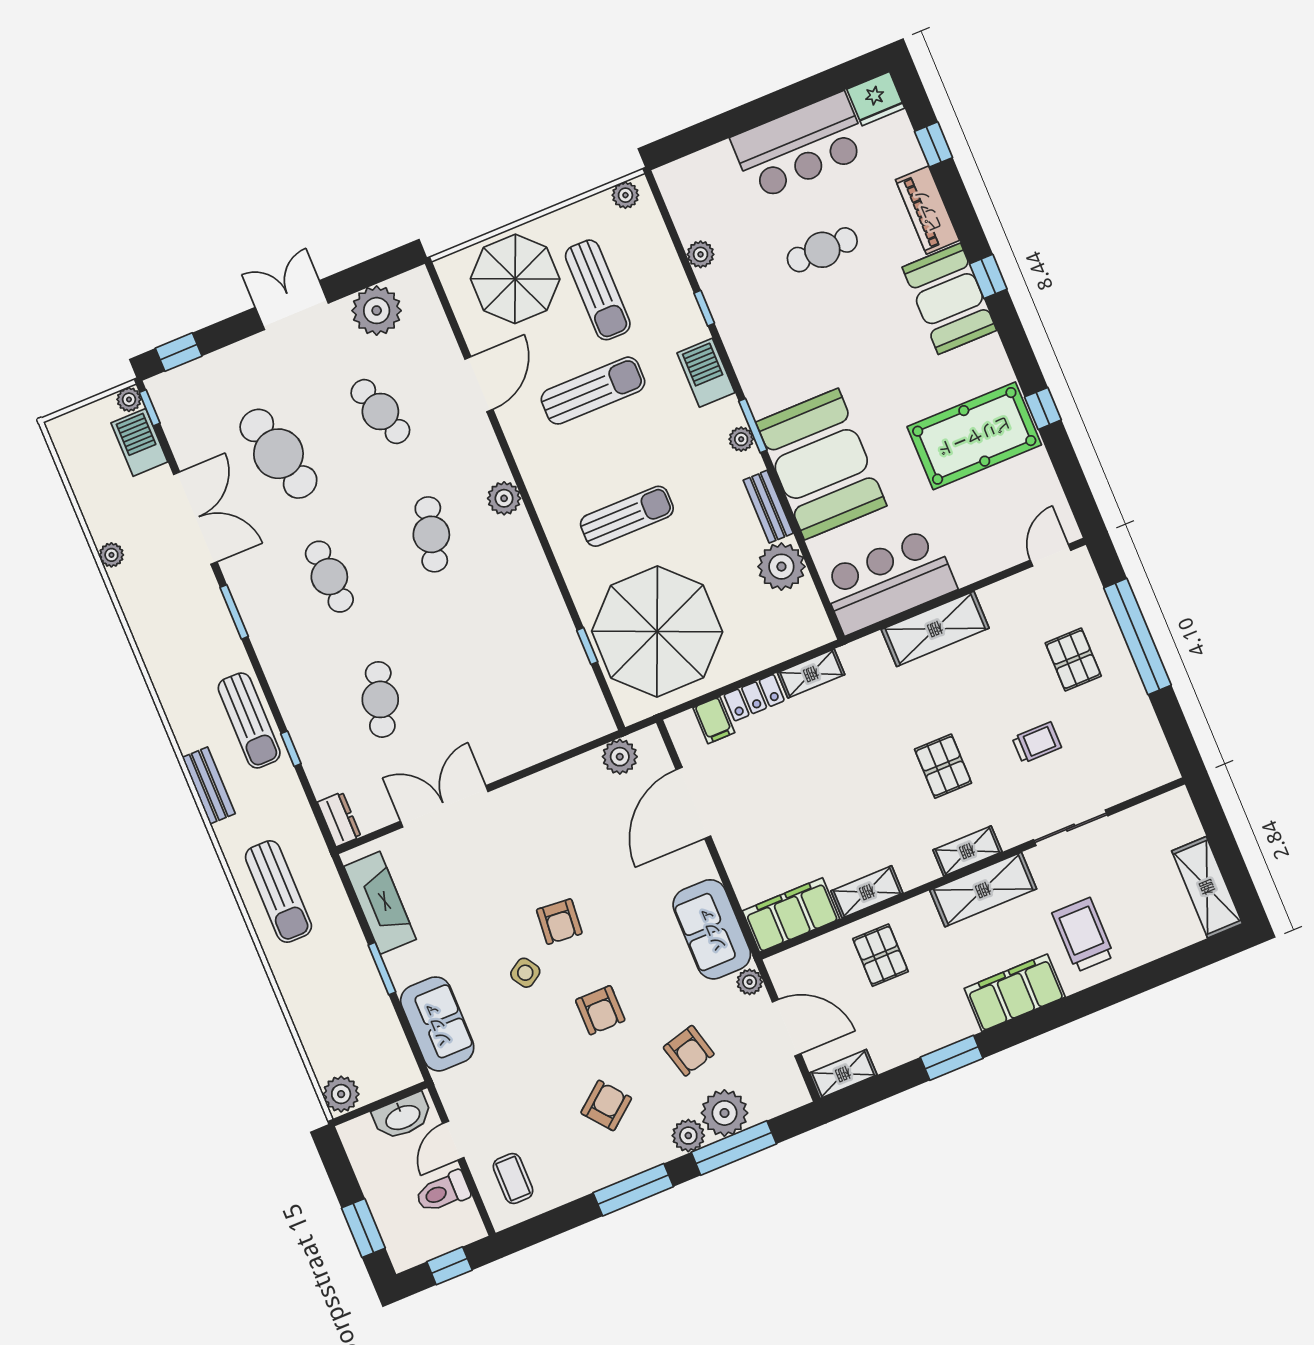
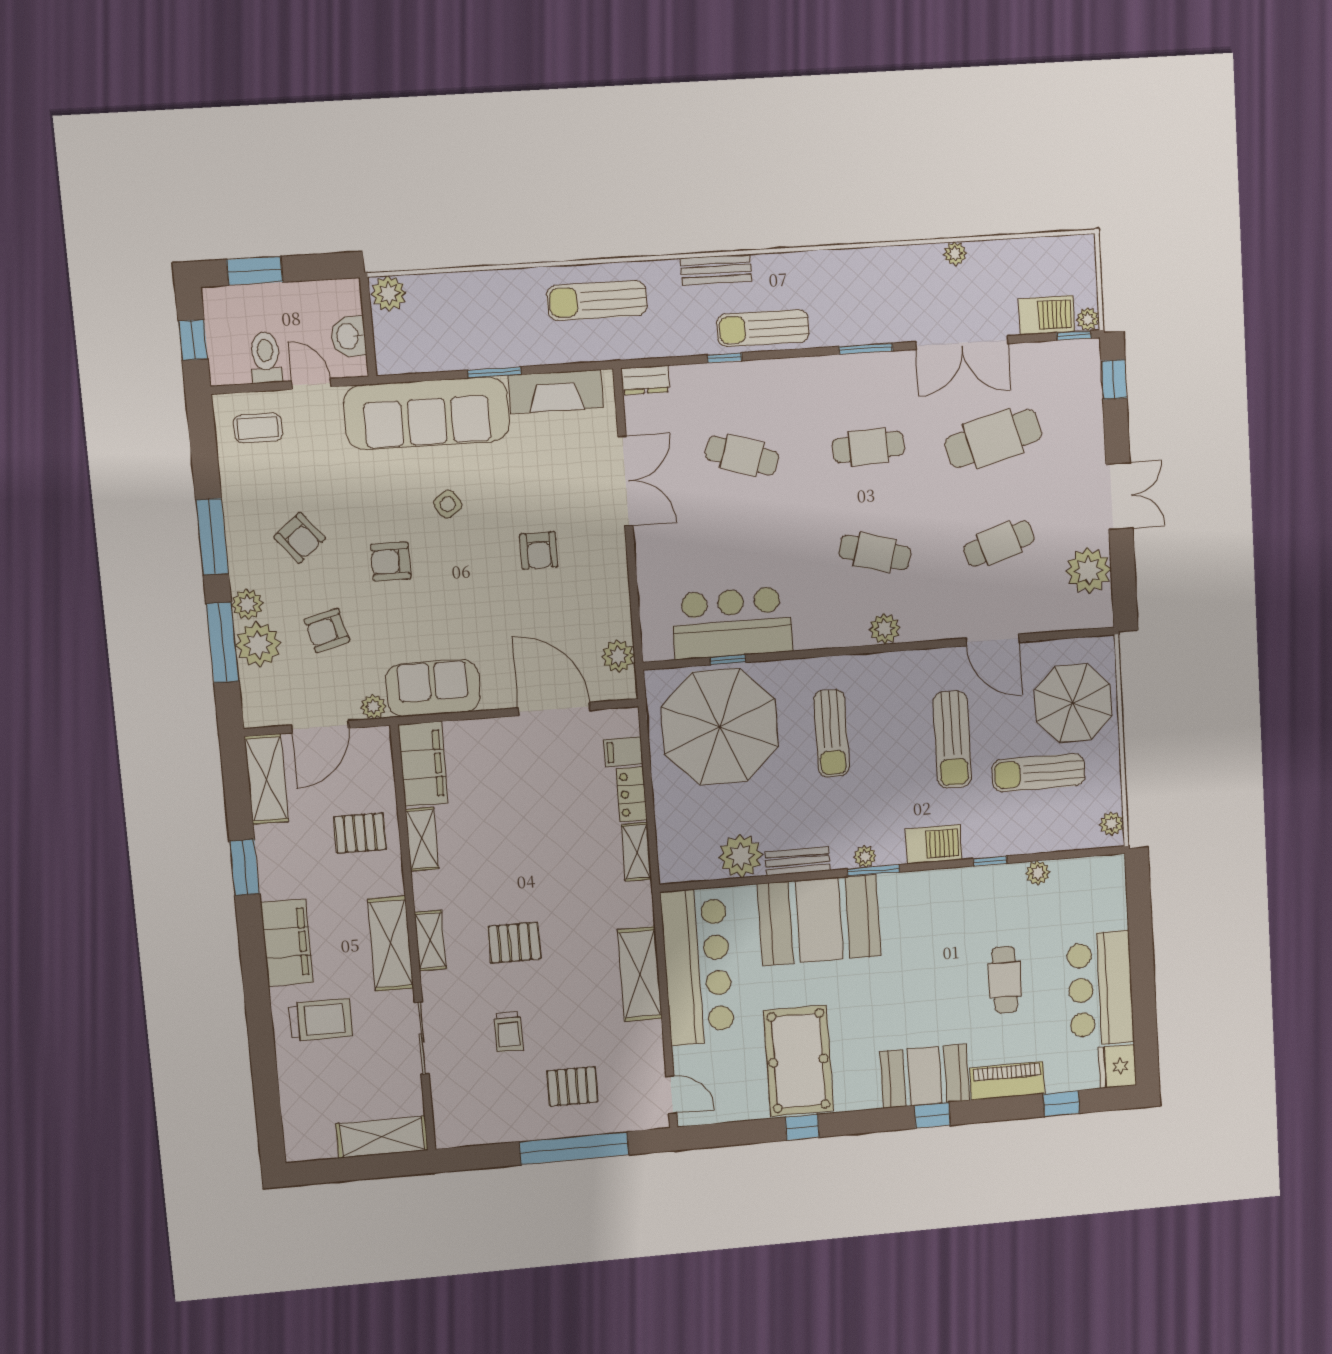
bar counter: (888, 581) -> (697, 967), width x1.36
bar counter: (549, 654) -> (732, 623), added
shelving: (1207, 887) -> (382, 1137), moved
armchair: (559, 922) -> (539, 550), moved, turned -95
sofa: (437, 1024) -> (427, 413), width x1.85, depth x1.27
shelving: (843, 1074) -> (266, 779), width x1.50, depth x1.33
washbasin: (402, 1117) -> (348, 336), width x0.72

